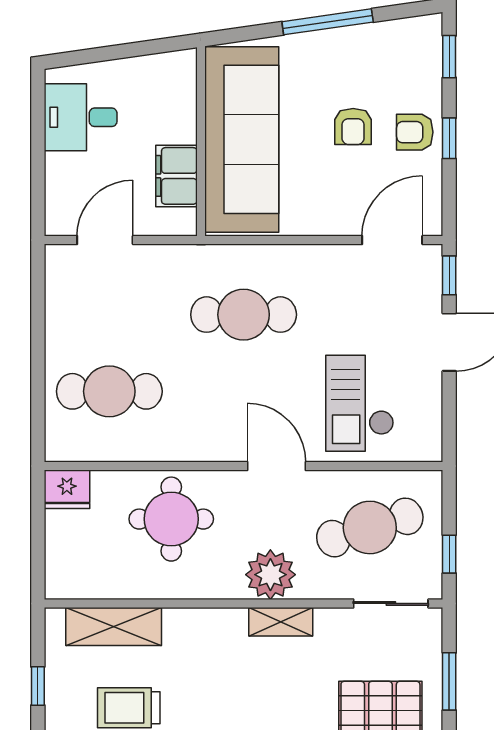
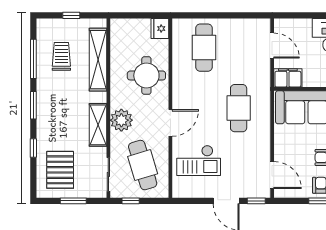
filing cabinet: (176, 176) -> (288, 78), moved
checkout: (360, 403) -> (199, 160), turned 180
shelving: (281, 622) -> (98, 125), width x1.50, depth x1.33
shelving: (114, 627) -> (98, 60), width x1.47

